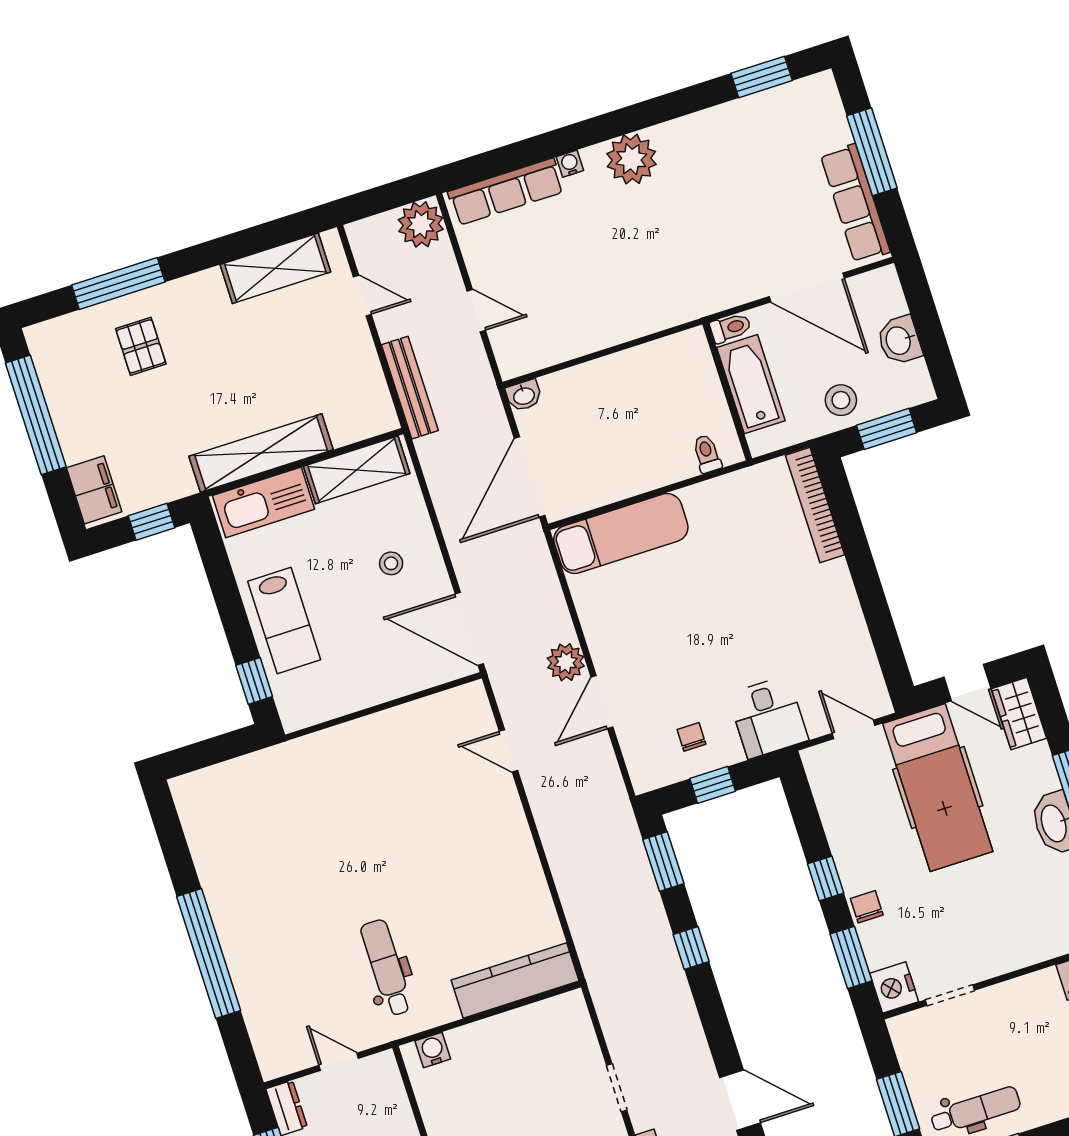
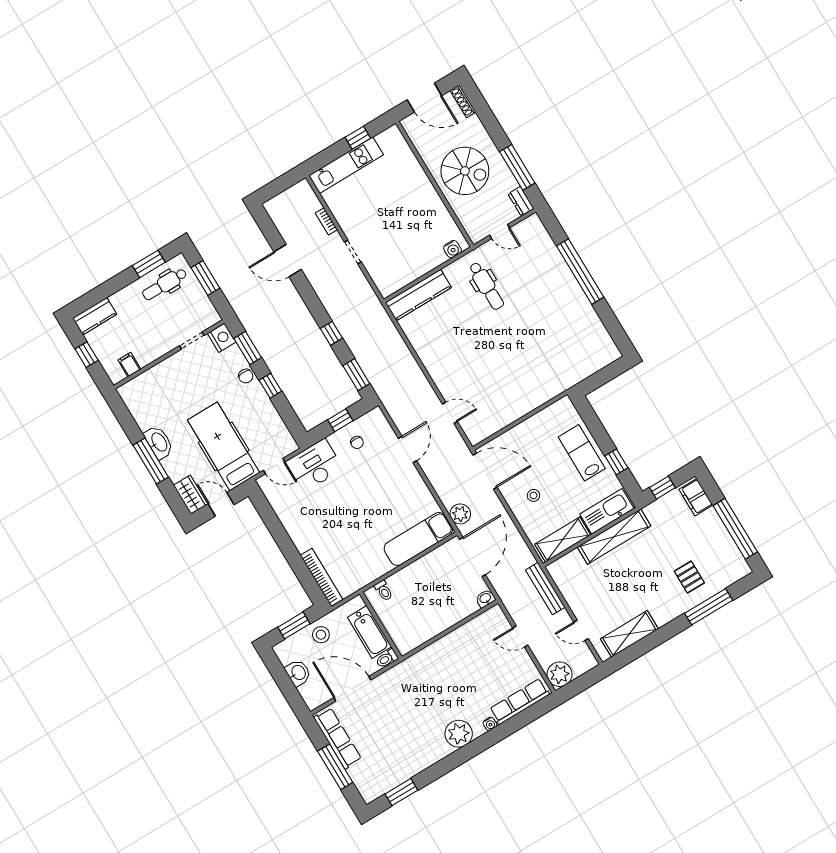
plant: (566, 662) -> (460, 514), moved
window: (254, 681) -> (616, 462), moved
desk: (768, 717) -> (314, 465), width x1.37

